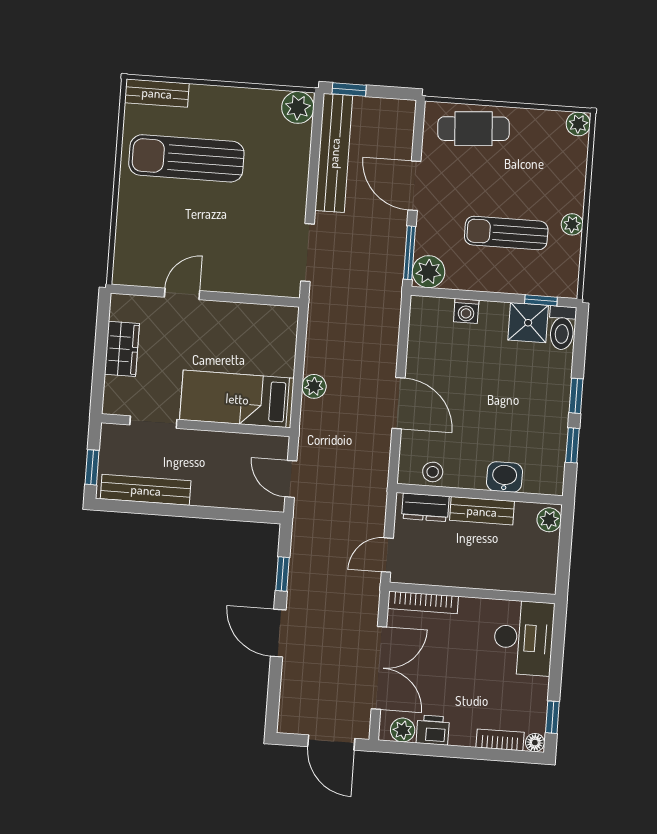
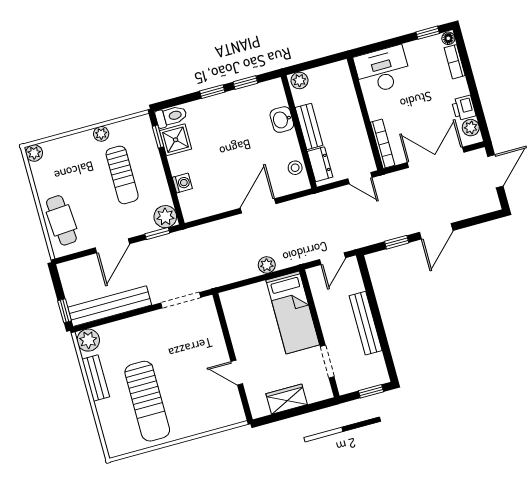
bench: (157, 93) -> (96, 378), moved
window: (409, 253) -> (157, 234), width x0.67
bench: (146, 490) -> (366, 323), moved

